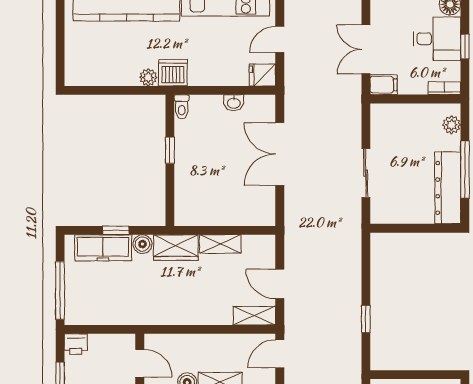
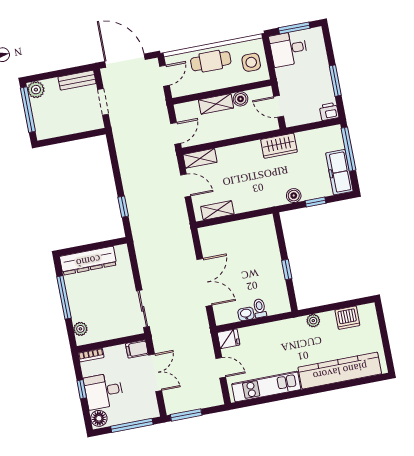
door: (280, 39) -> (221, 368), hinge flipped
dishwasher: (173, 73) -> (347, 318), moved
toilet: (182, 107) -> (260, 308), moved
sliding door: (366, 173) -> (143, 309), moved
dresser: (448, 188) -> (88, 261), moved, turned 90
shelving: (220, 244) -> (217, 210), moved
freezer: (103, 248) -> (339, 172), moved, turned -90
wardrobe: (176, 248) -> (279, 146), moved, turned 180
window: (366, 319) -> (123, 207), moved

